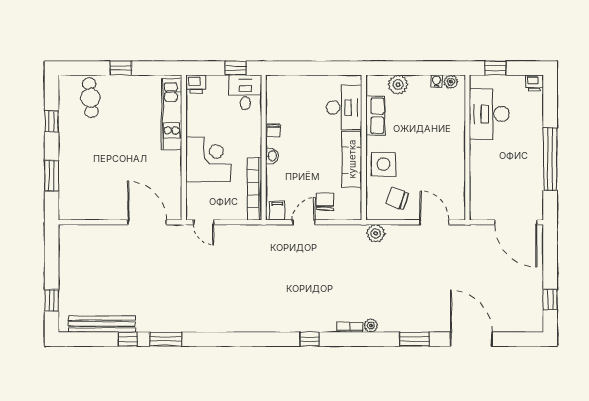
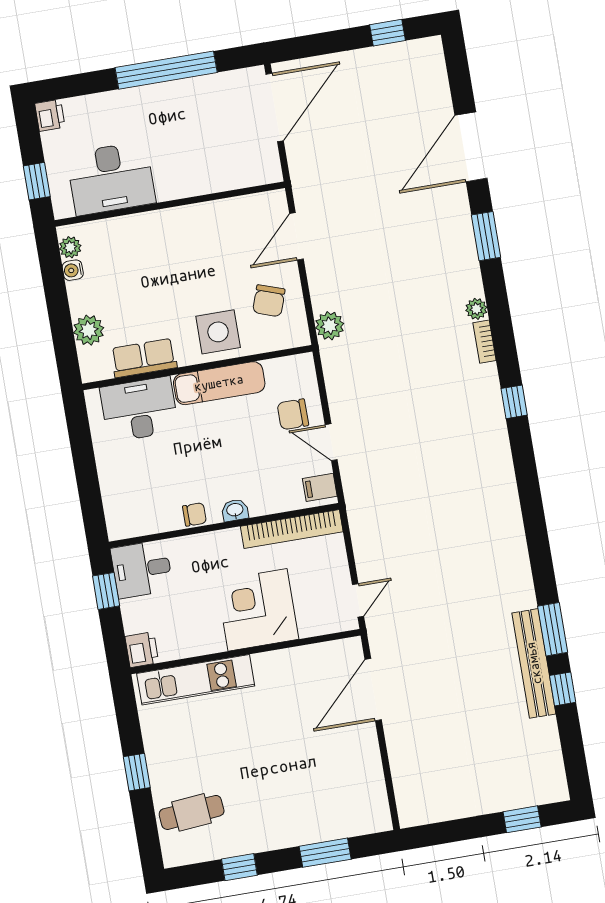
bench: (102, 324) -> (534, 663), moved

